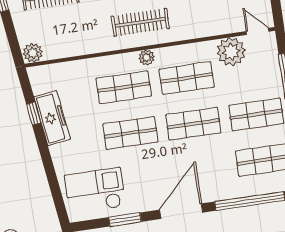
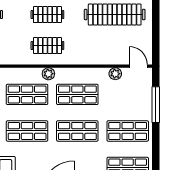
clothes rail: (140, 22) -> (47, 46), width x0.73
plant: (231, 52) -> (115, 74), width x0.53, depth x0.53

